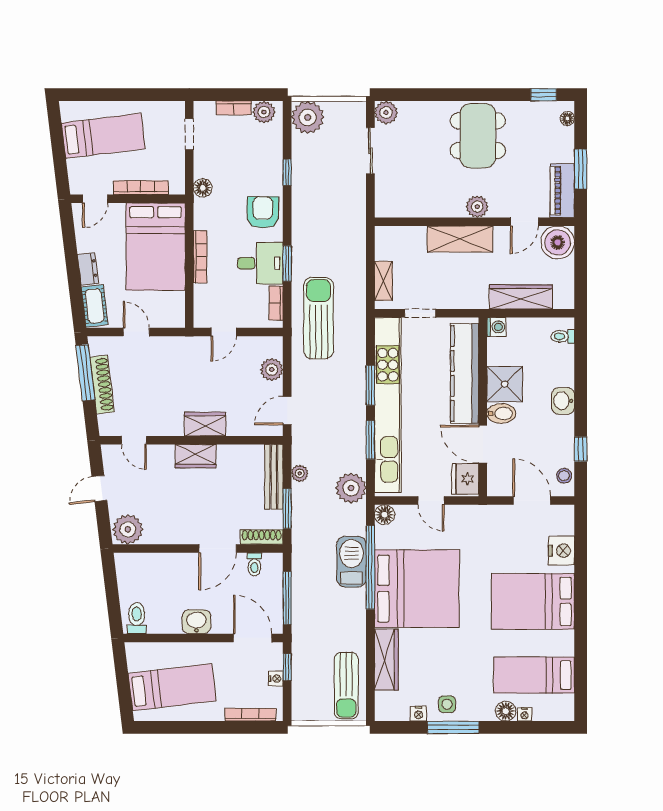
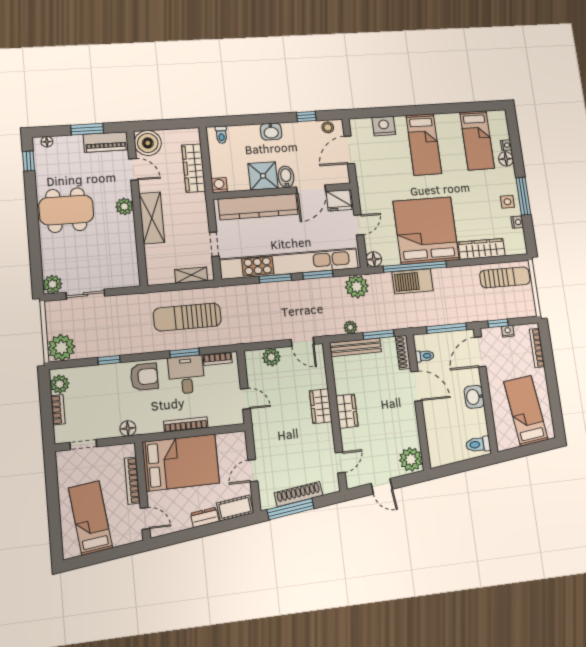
armchair: (263, 212) -> (144, 377), turned 180
sun lounger: (319, 318) -> (187, 317), moved
bed: (533, 601) -> (424, 144), width x0.67

